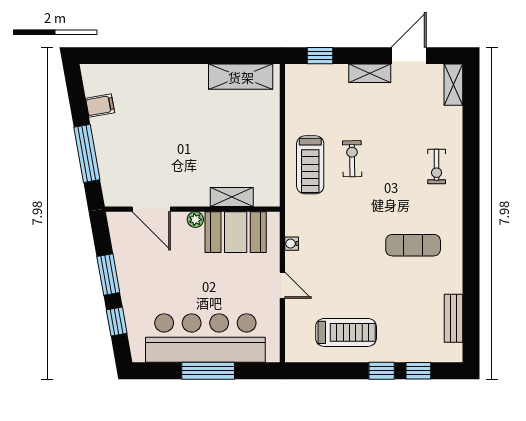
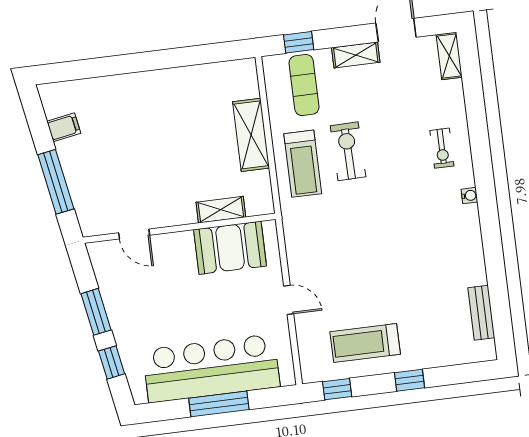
shelving: (241, 77) -> (251, 135), moved, turned 90
exercise bike: (352, 159) -> (348, 151), width x1.38, depth x1.39
door: (151, 209) -> (134, 234), width x0.73
plant: (195, 220) -> (184, 239), removed
water cooler: (292, 244) -> (469, 196), moved, turned 180
exercise mat: (413, 245) -> (304, 85), moved, turned 90
treadmill: (346, 332) -> (365, 343), turned 180
window: (418, 371) -> (337, 389), moved

